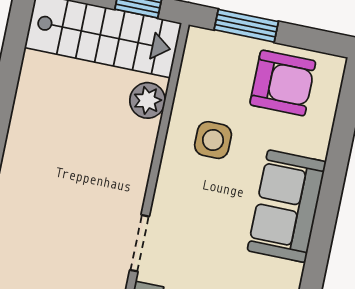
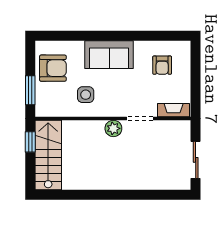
armchair: (283, 83) -> (53, 68), turned 90
plant: (147, 100) -> (113, 128), moved

